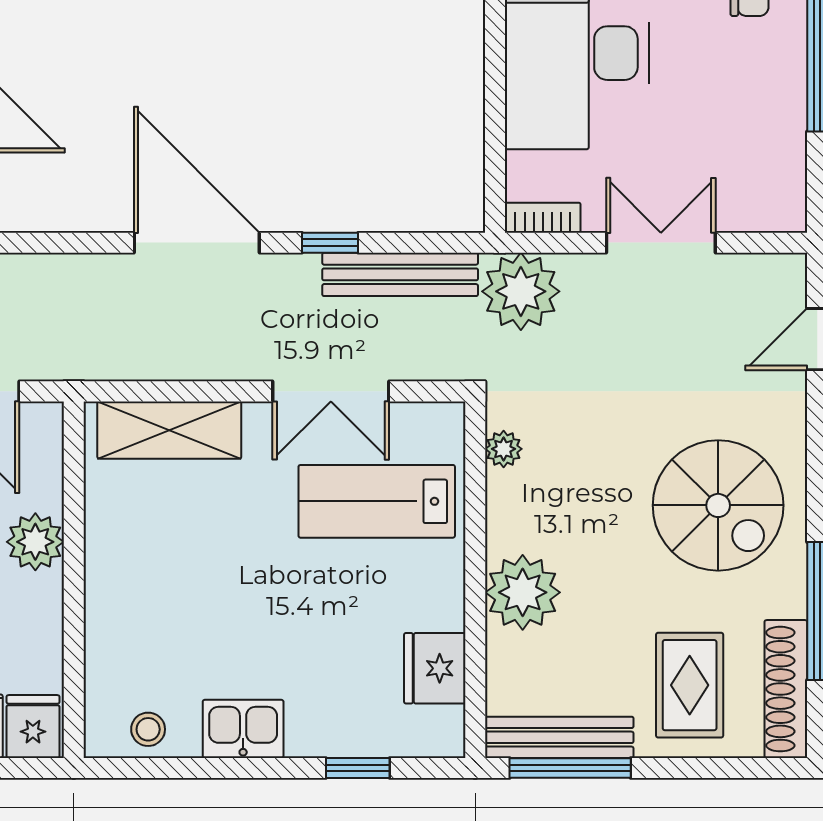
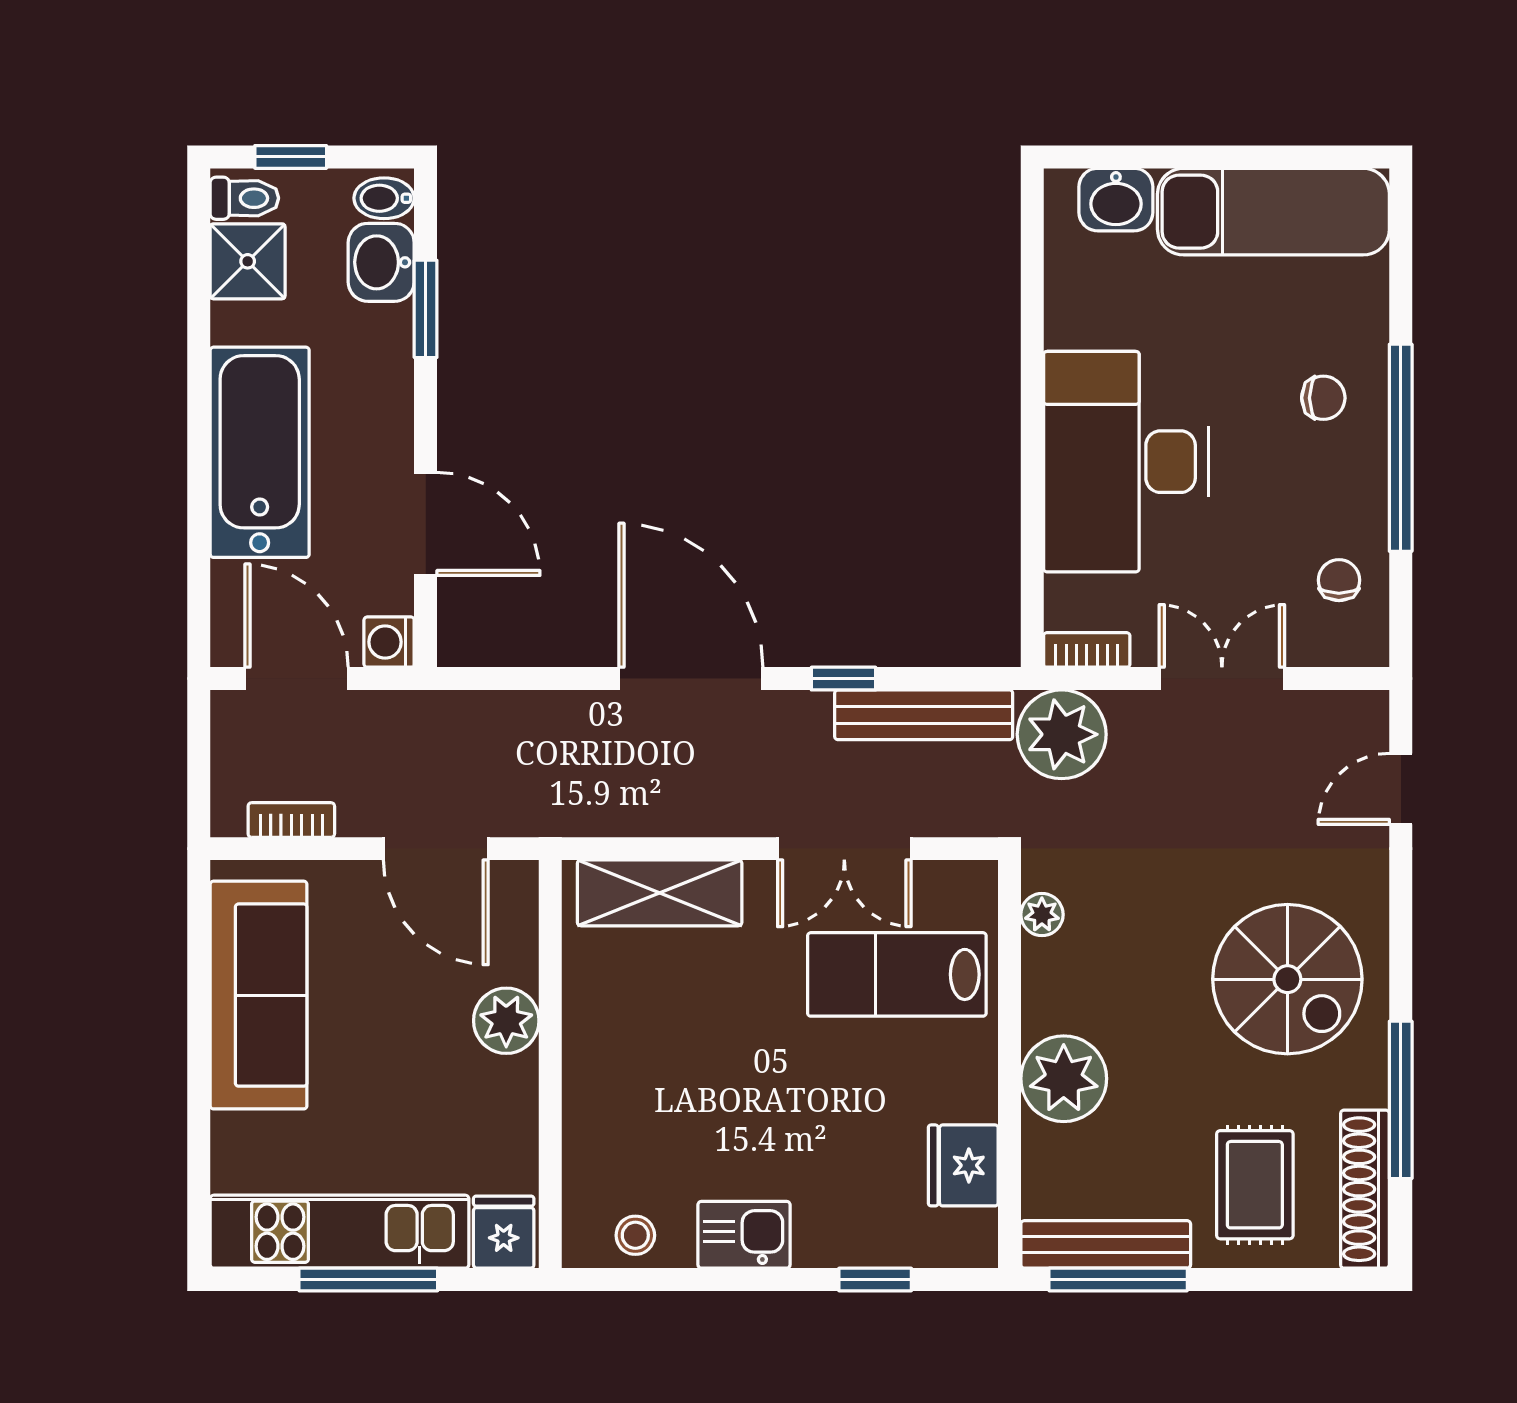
chair: (763, 157) -> (1339, 580), added

